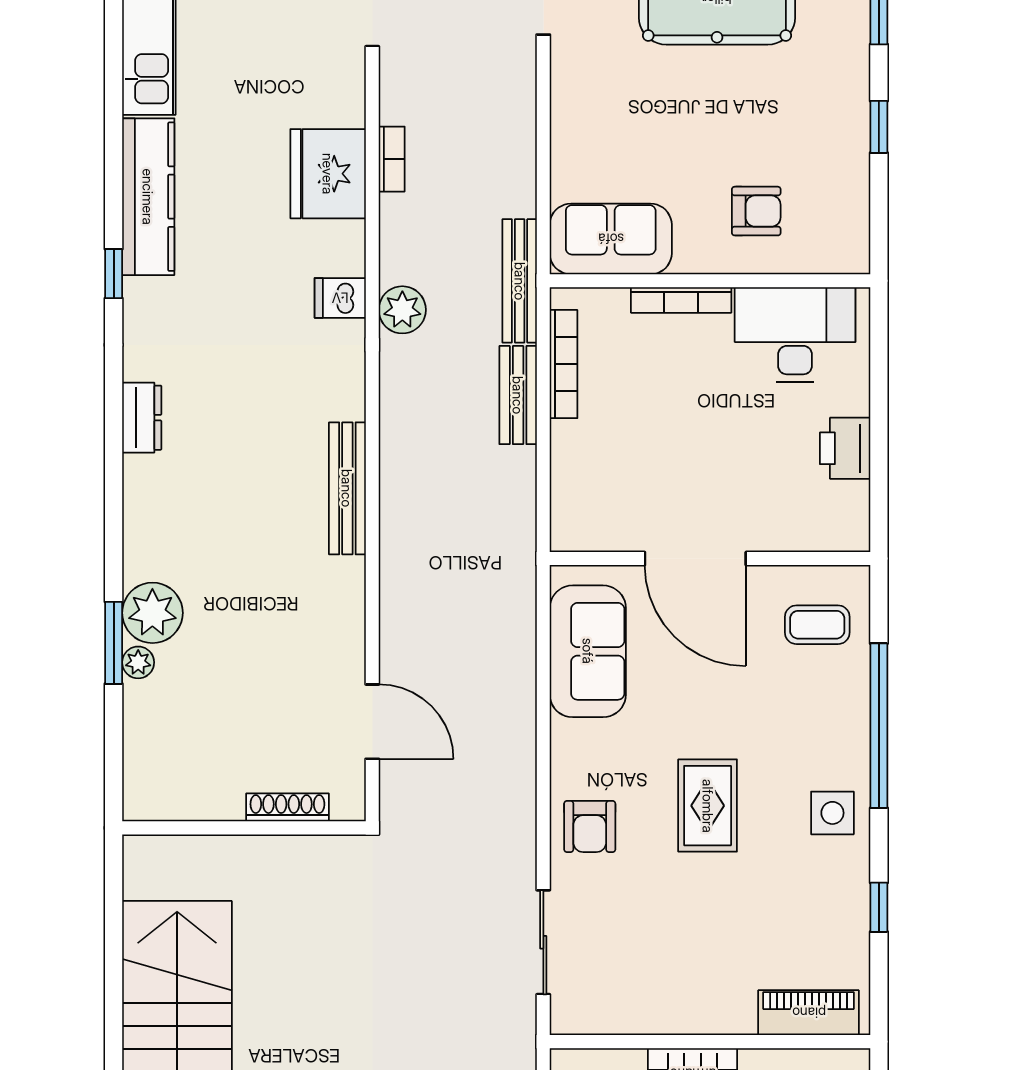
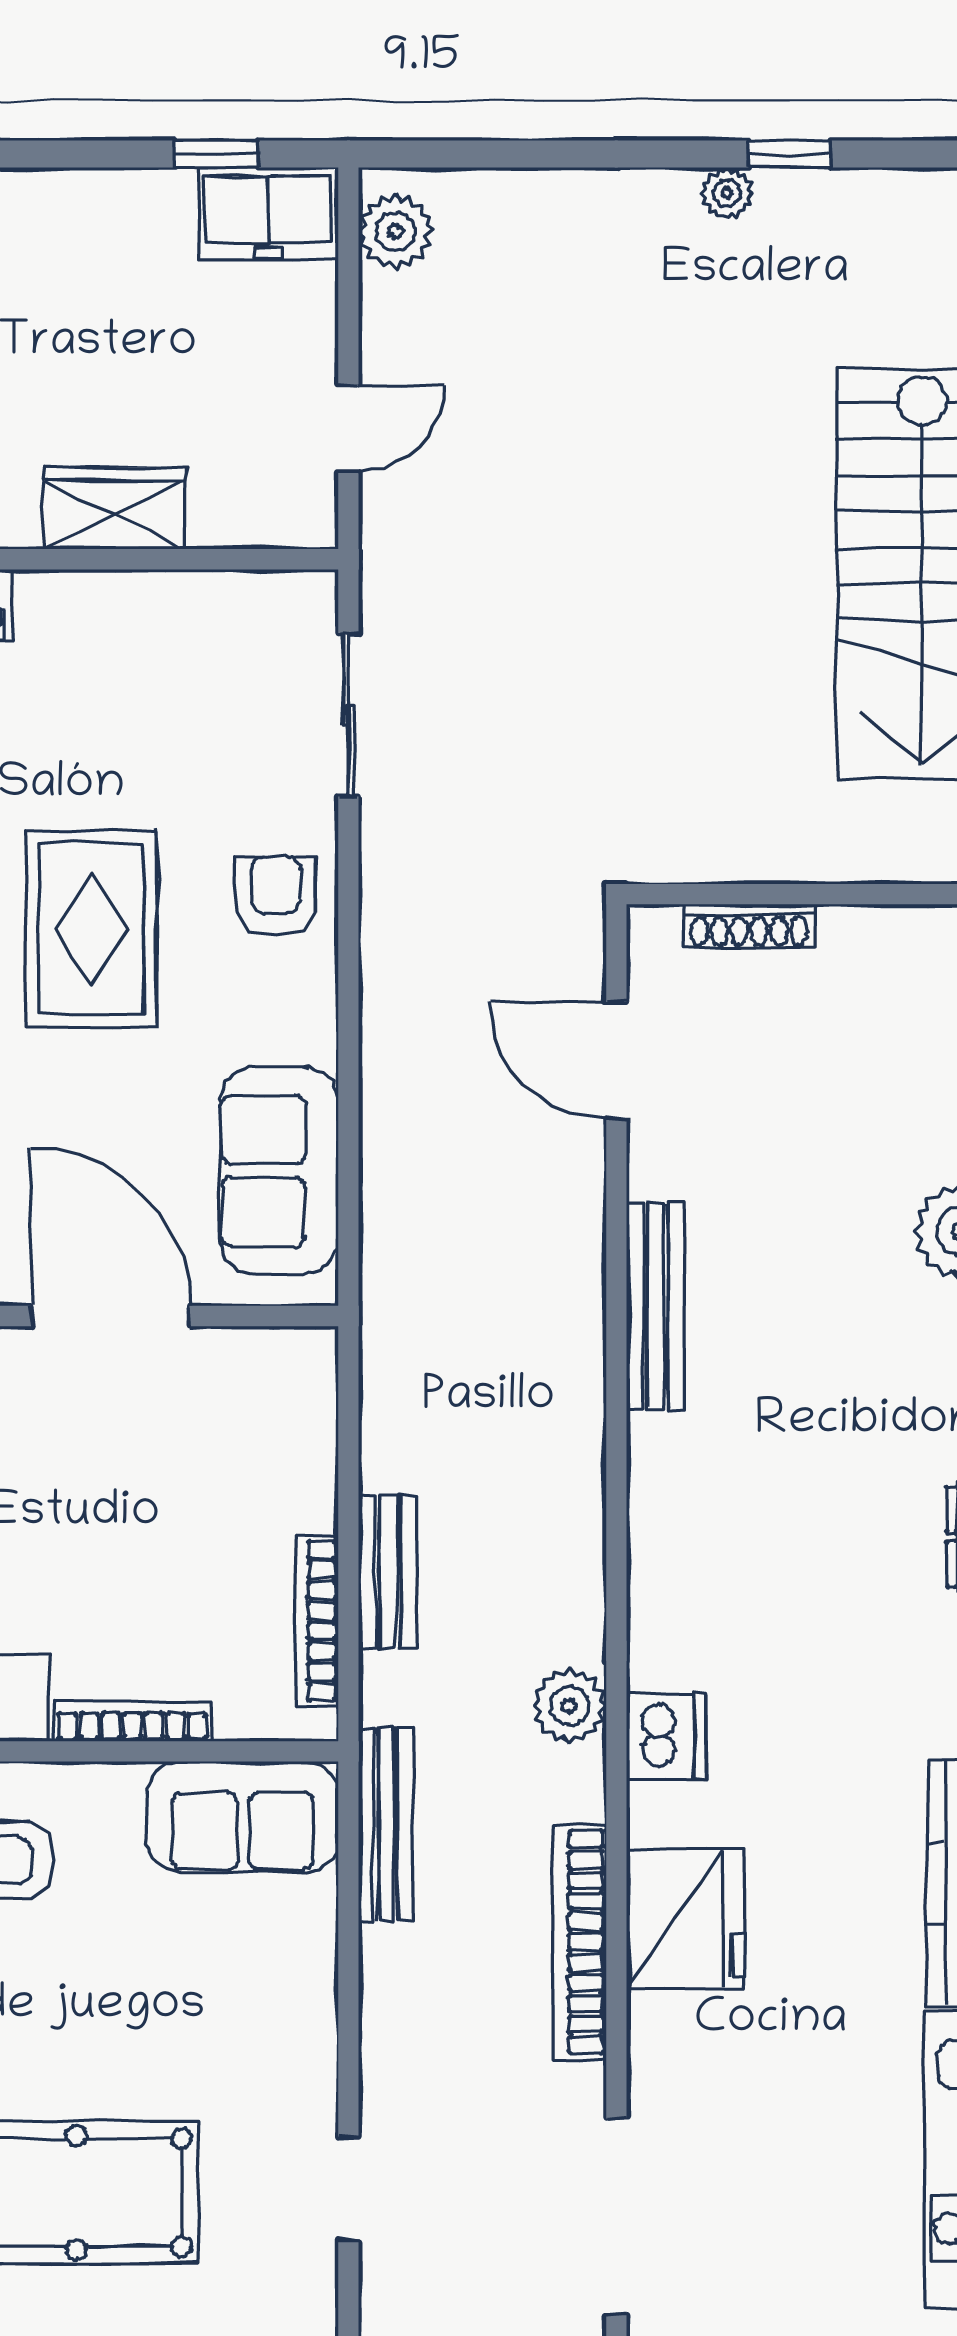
bookcase: (392, 159) -> (580, 1942), width x2.31, depth x1.31
bench: (520, 281) -> (386, 1824), moved
dishwasher: (340, 298) -> (667, 1736), width x1.38
bench: (347, 488) -> (655, 1306), moved
rug: (708, 806) -> (91, 929), width x1.36, depth x1.43

